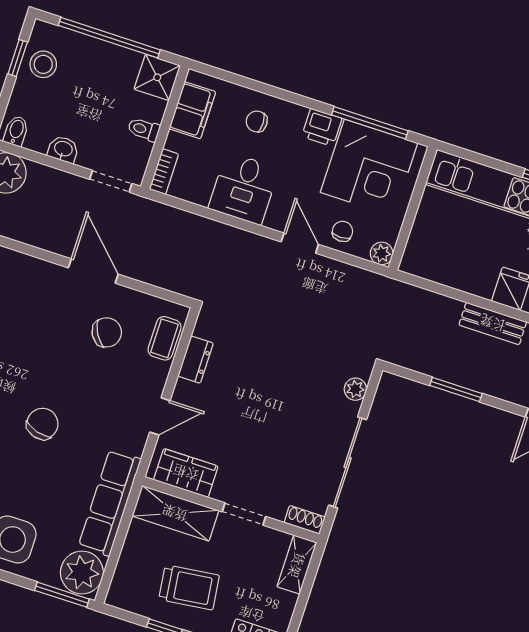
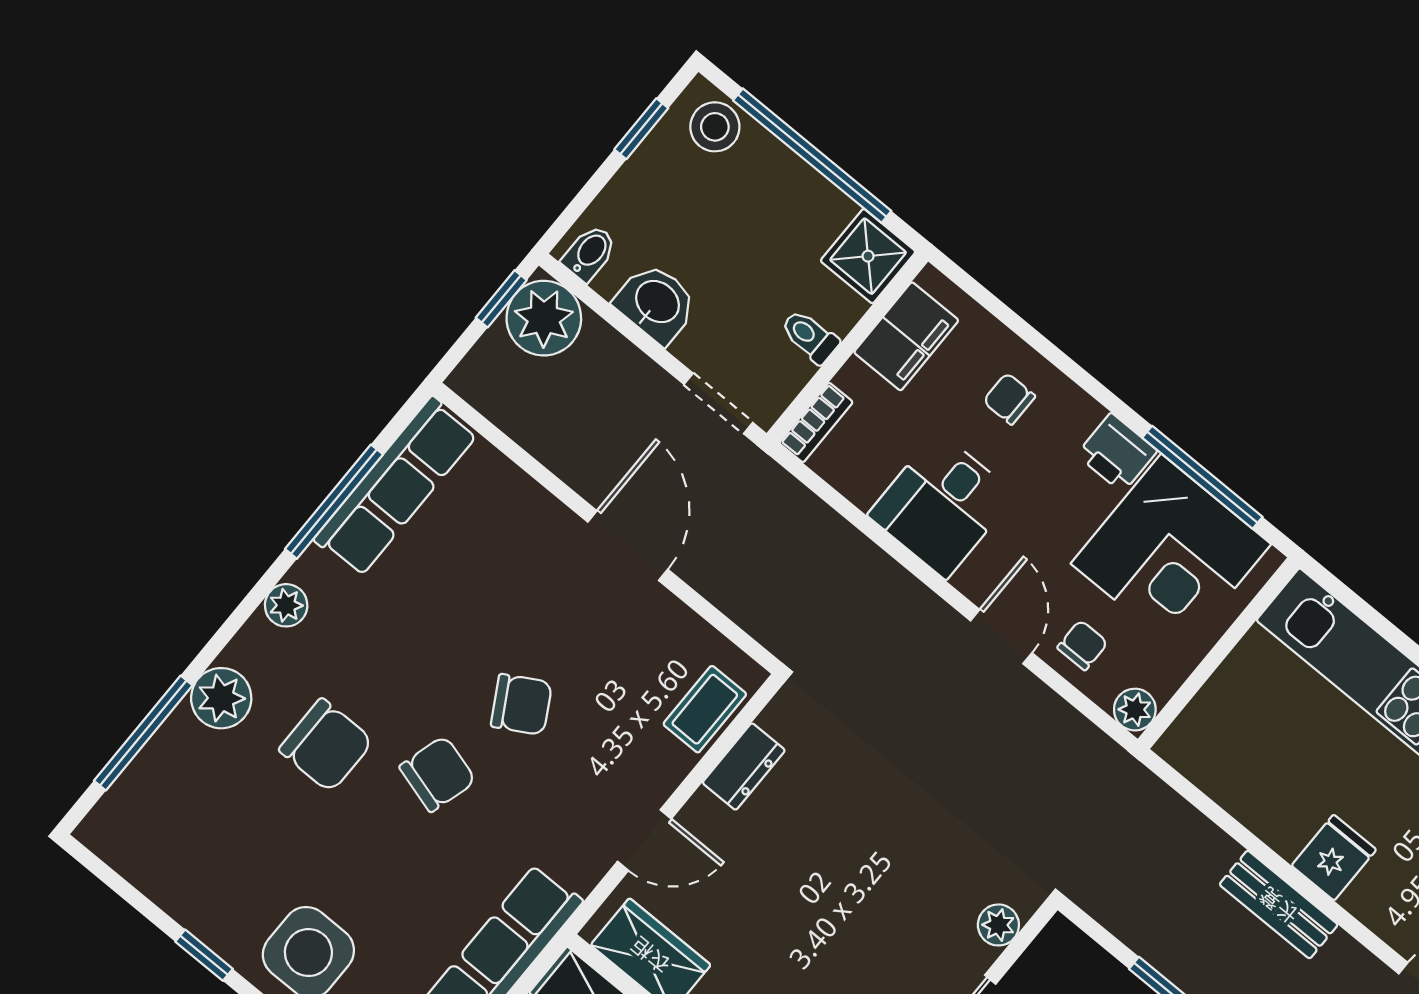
stool: (43, 64) -> (715, 127), moved
washbasin: (63, 149) -> (656, 303), width x1.38, depth x1.45
chair: (107, 332) -> (521, 704), moved

